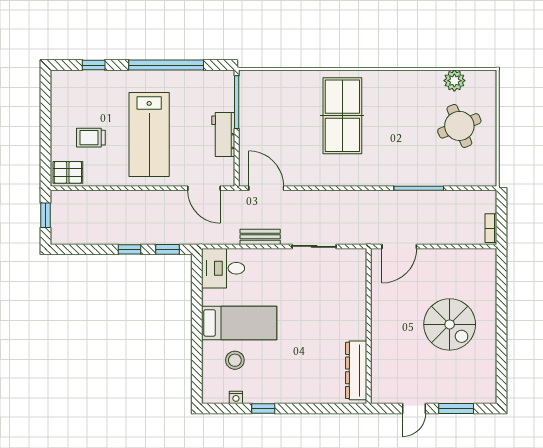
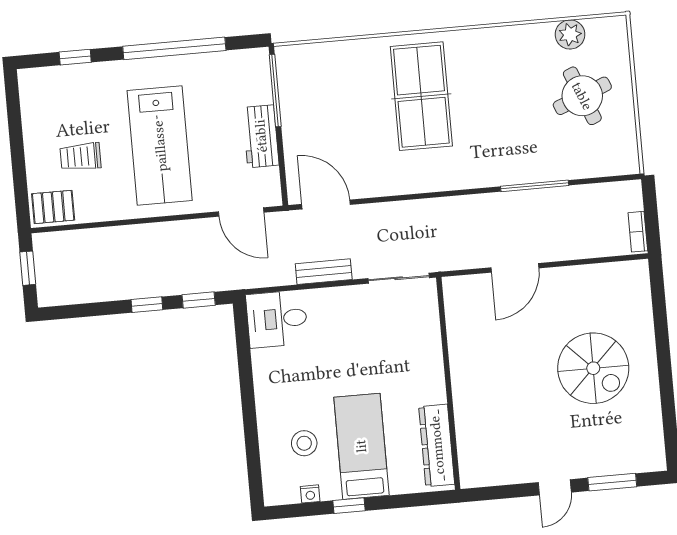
bed: (239, 323) -> (361, 446), moved, turned -90
wall: (369, 326) -> (448, 383), moved
dresser: (356, 370) -> (437, 445), moved

